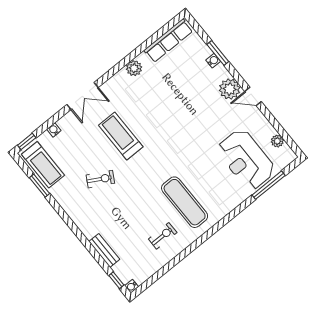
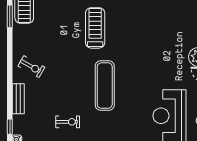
exercise bike: (100, 179) -> (31, 67), moved
exercise mat: (185, 202) -> (105, 85), moved

